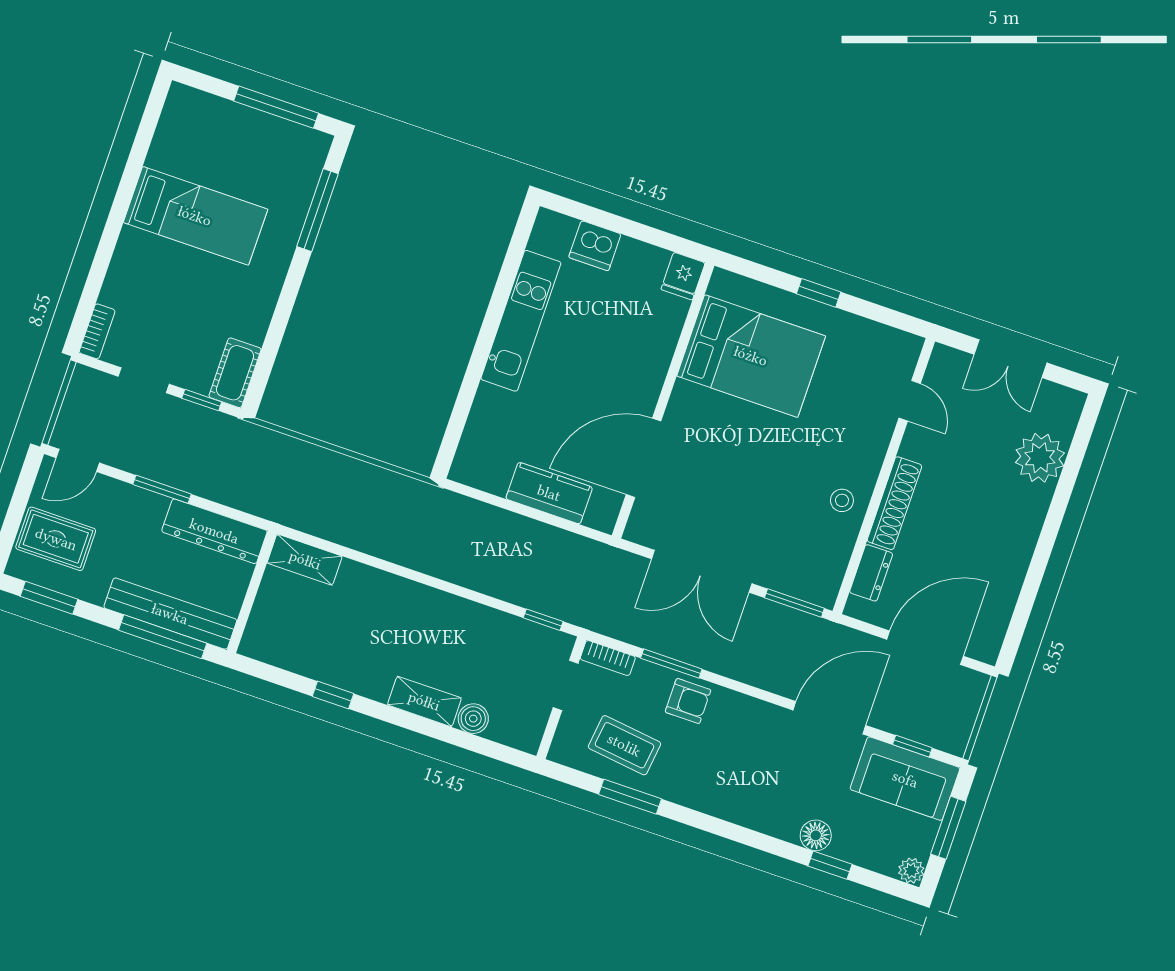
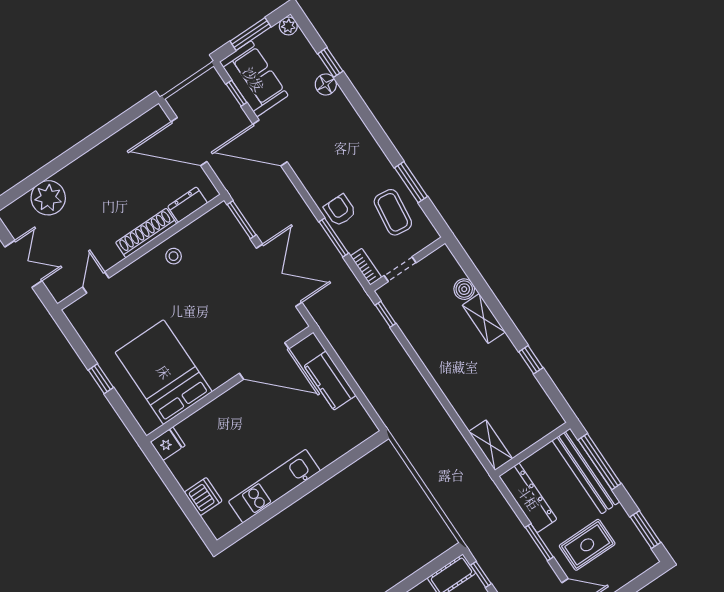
rug: (56, 539) -> (587, 545), moved, turned 90

